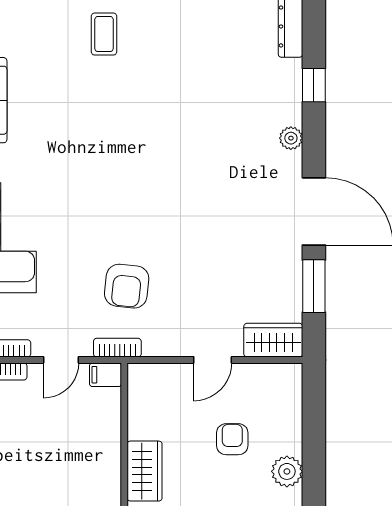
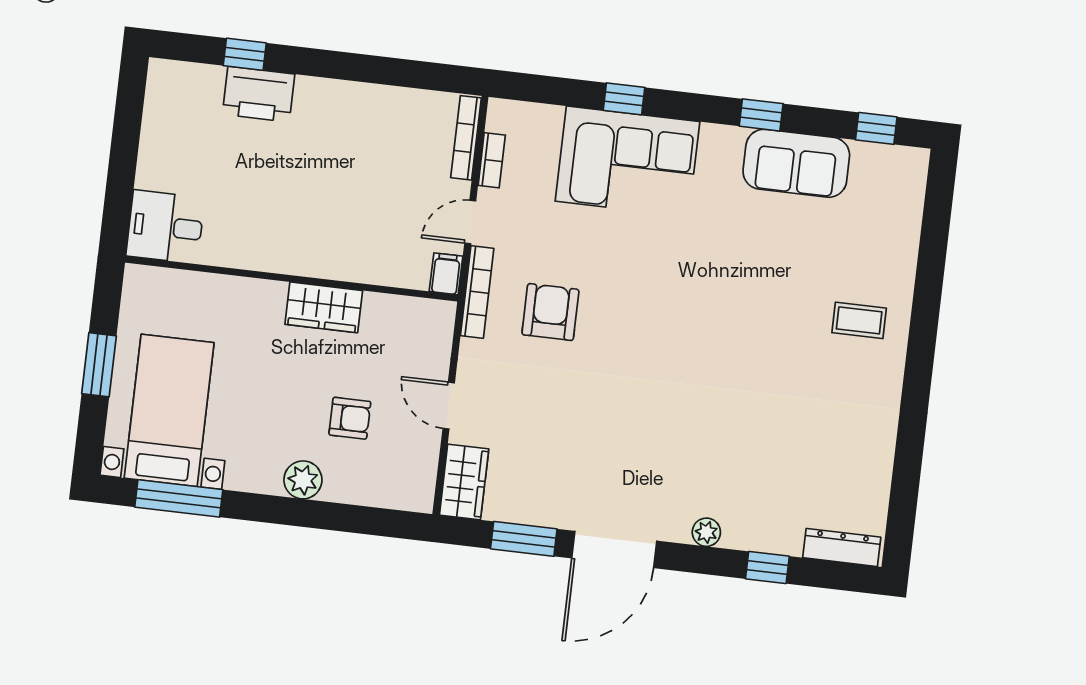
armchair: (127, 286) -> (550, 312), turned 84
bookcase: (117, 348) -> (477, 292), width x1.56
door: (61, 360) -> (470, 222), hinge flipped

